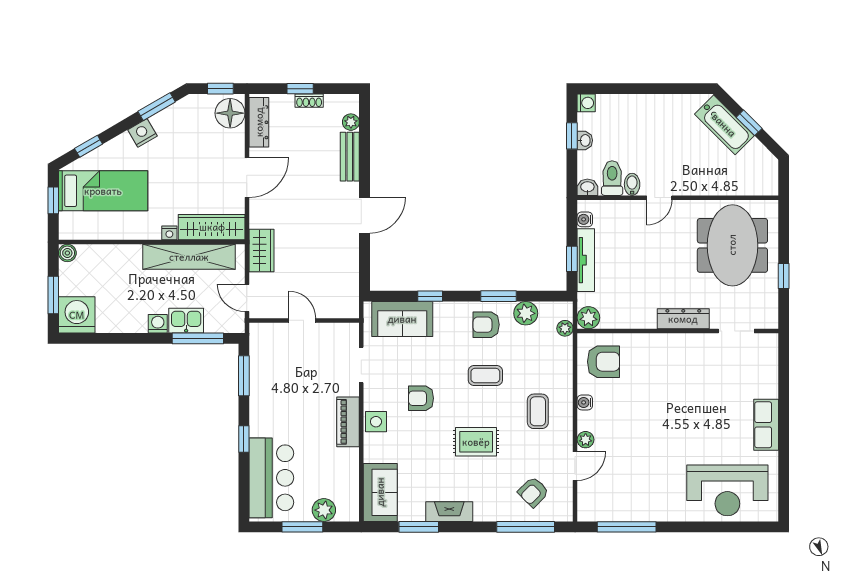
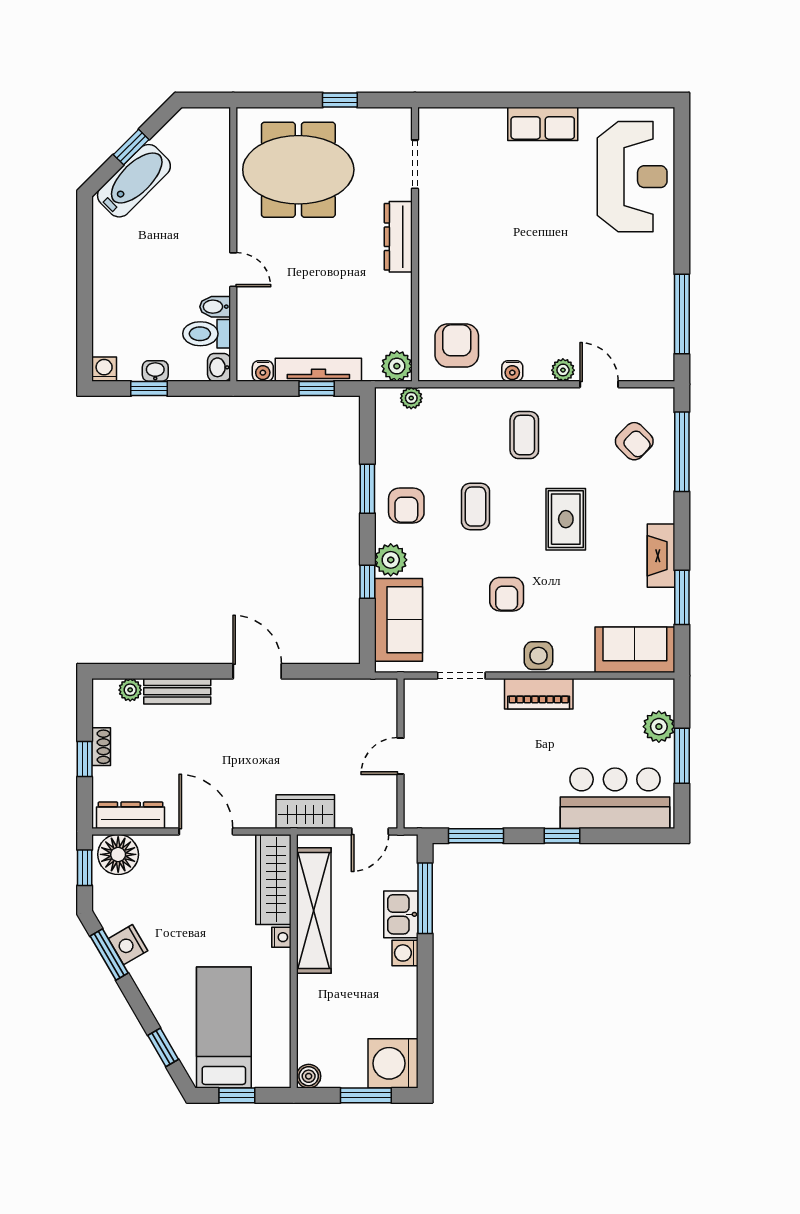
nightstand: (142, 133) -> (128, 945), moved
plant: (526, 313) -> (391, 560), moved
coffee table: (538, 411) -> (524, 435), turned 90

